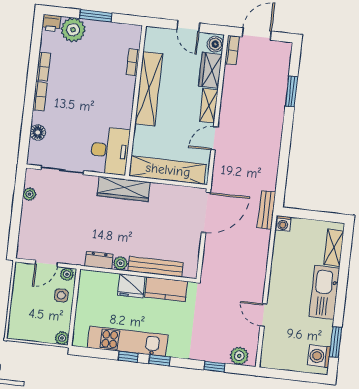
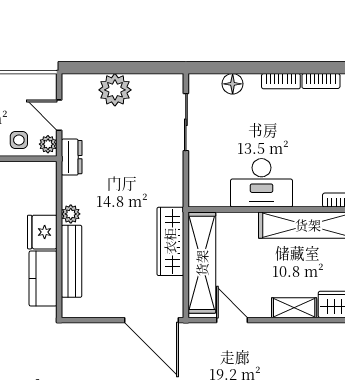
door: (214, 138) -> (232, 320), moved
desk: (110, 151) -> (261, 183), moved
wardrobe: (124, 189) -> (170, 241), moved
plant: (29, 194) -> (115, 90), moved, width x1.87, depth x1.87
dresser: (99, 260) -> (72, 157), moved

